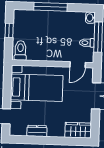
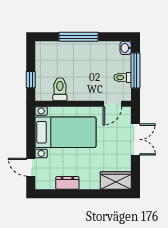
window: (9, 30) -> (31, 80), moved
toilet: (20, 50) -> (60, 89), moved

